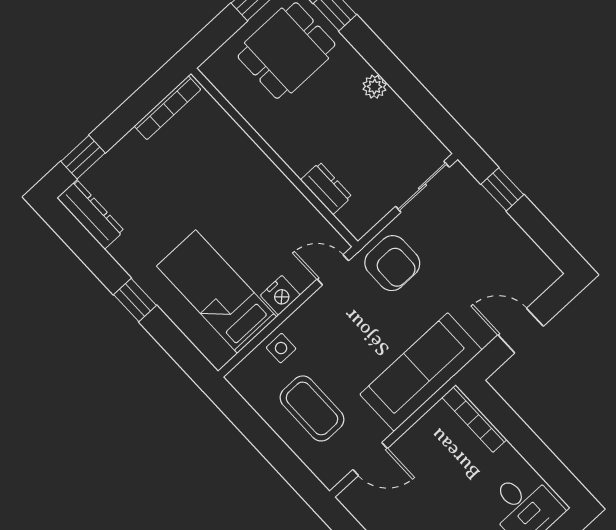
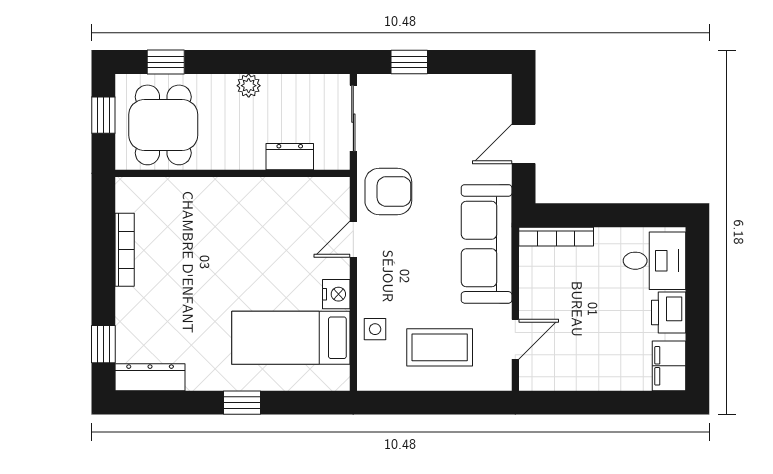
wall: (274, 158) -> (233, 173), moved
dresser: (326, 188) -> (290, 157), moved

